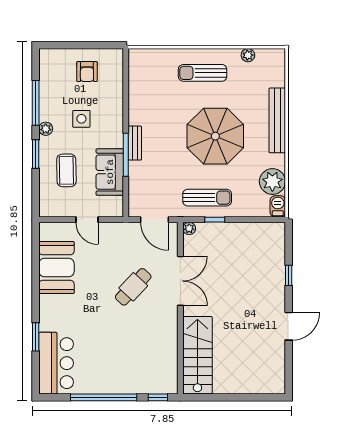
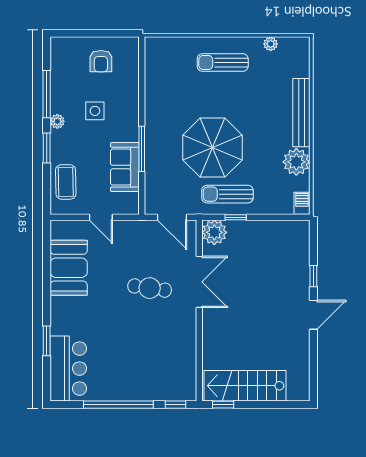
parasol: (215, 136) -> (212, 148), moved
bench: (135, 143) -> (151, 137), removed
coffee table: (66, 170) -> (66, 182), moved
plant: (272, 181) -> (296, 162), moved
sun lounger: (207, 198) -> (227, 194), turned 180
plant: (189, 228) -> (214, 232), width x1.88, depth x1.88
cafe table: (133, 287) -> (150, 288), turned 55
door: (289, 326) -> (313, 315), moved
stairs: (197, 355) -> (245, 386), moved, turned -90
window: (203, 397) -> (223, 405), added

